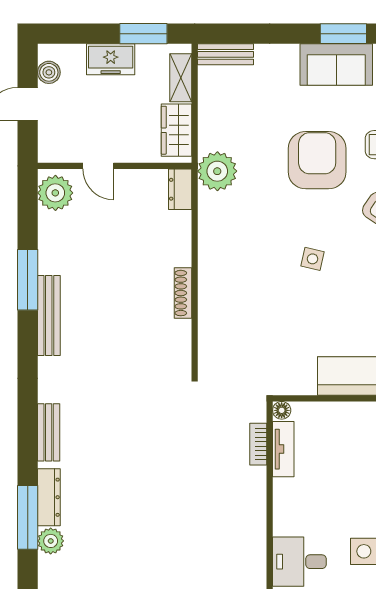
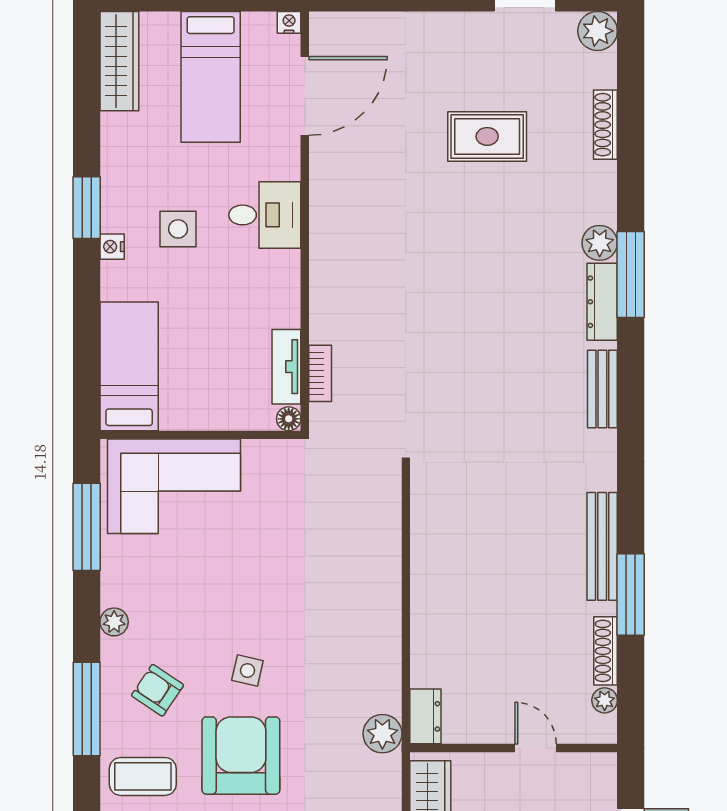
armchair: (317, 160) -> (241, 756), turned 180
plant: (217, 171) -> (382, 734), width x0.73, depth x0.73
plant: (55, 193) -> (605, 700), width x0.53, depth x0.53
side table: (313, 259) -> (247, 671), moved
shoe rack: (183, 293) -> (606, 651), moved, turned 180

